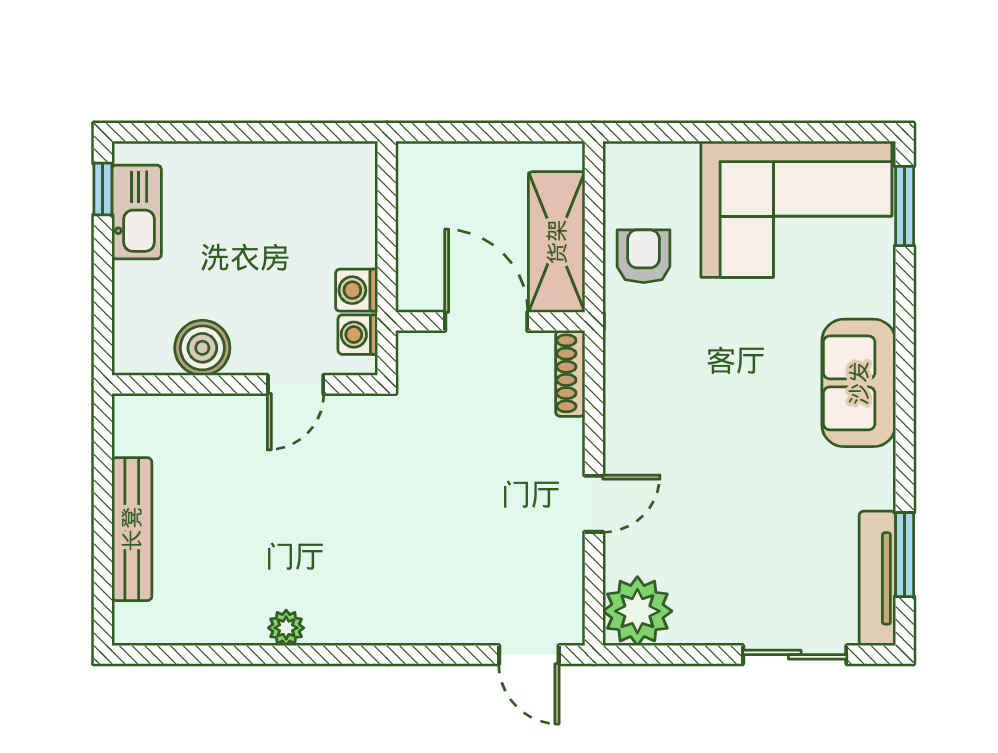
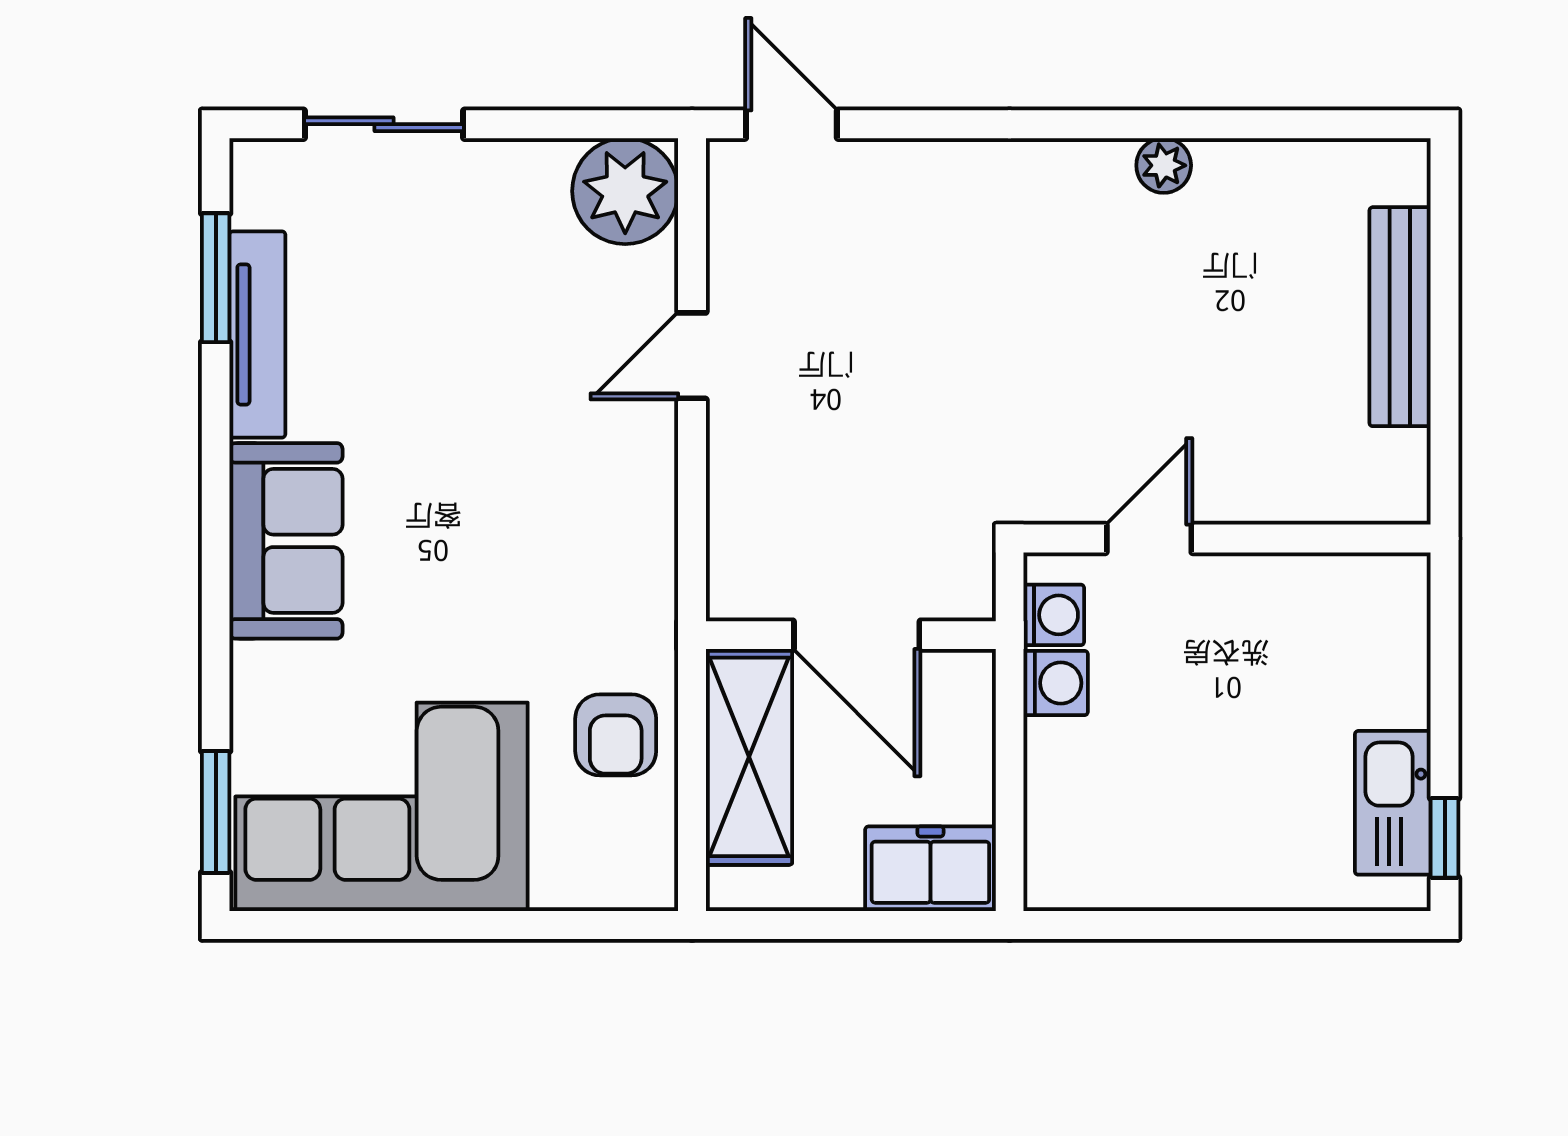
freezer: (438, 169) -> (930, 869), added
boiler: (202, 348) -> (1292, 595), removed
shoe rack: (570, 373) -> (728, 555), removed
tv unit: (877, 578) -> (257, 334), moved

